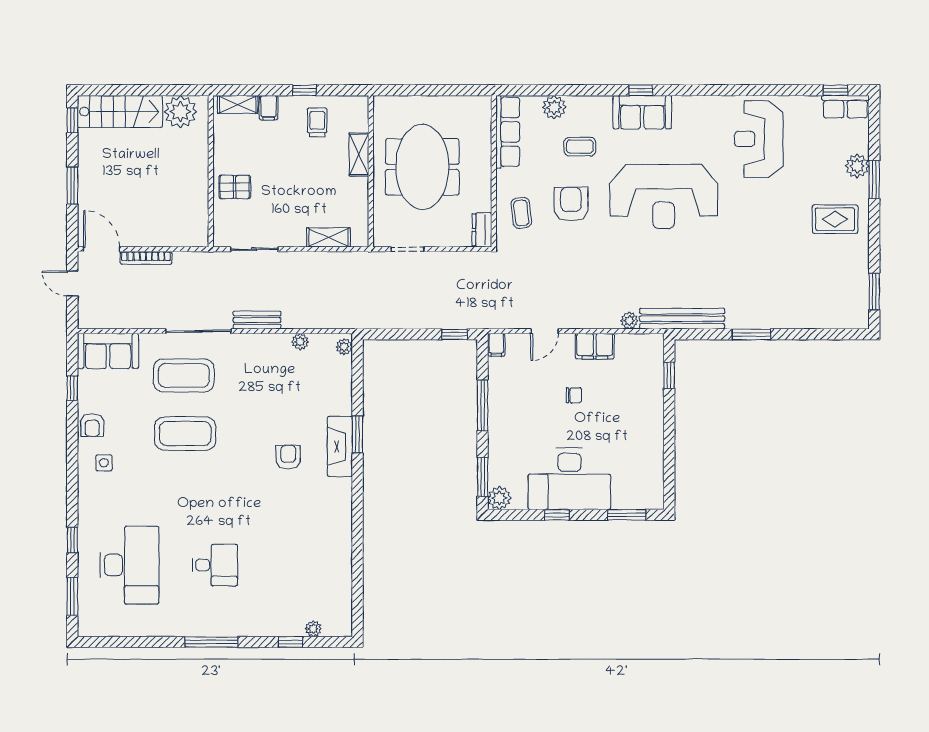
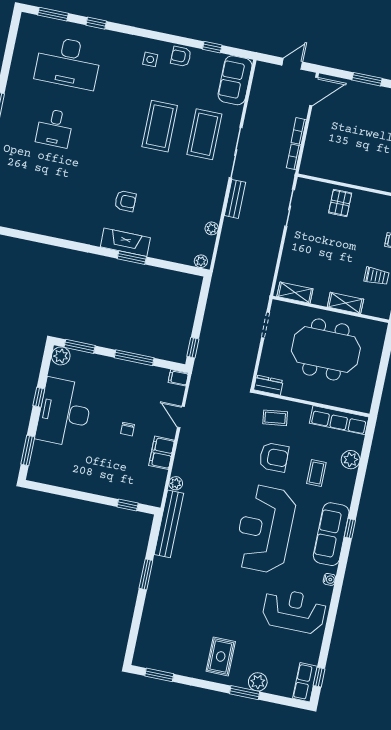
water cooler: (710, 103) -> (329, 579), added
sofa: (642, 112) -> (331, 534), width x1.36
shelving: (329, 237) -> (295, 293), moved, turned 90
bookcase: (146, 258) -> (299, 131), width x0.64
bookcase: (189, 258) -> (294, 157), added

